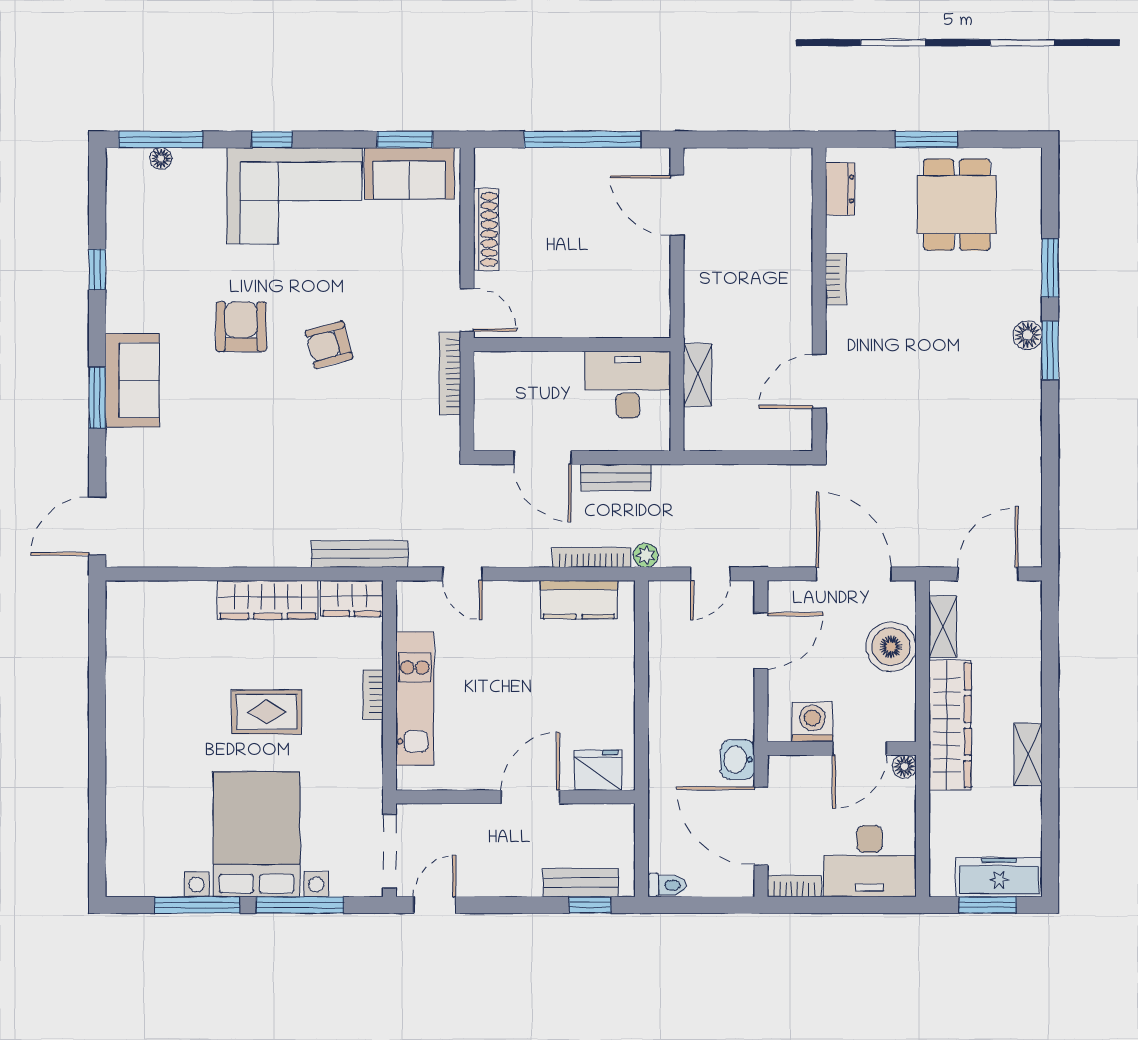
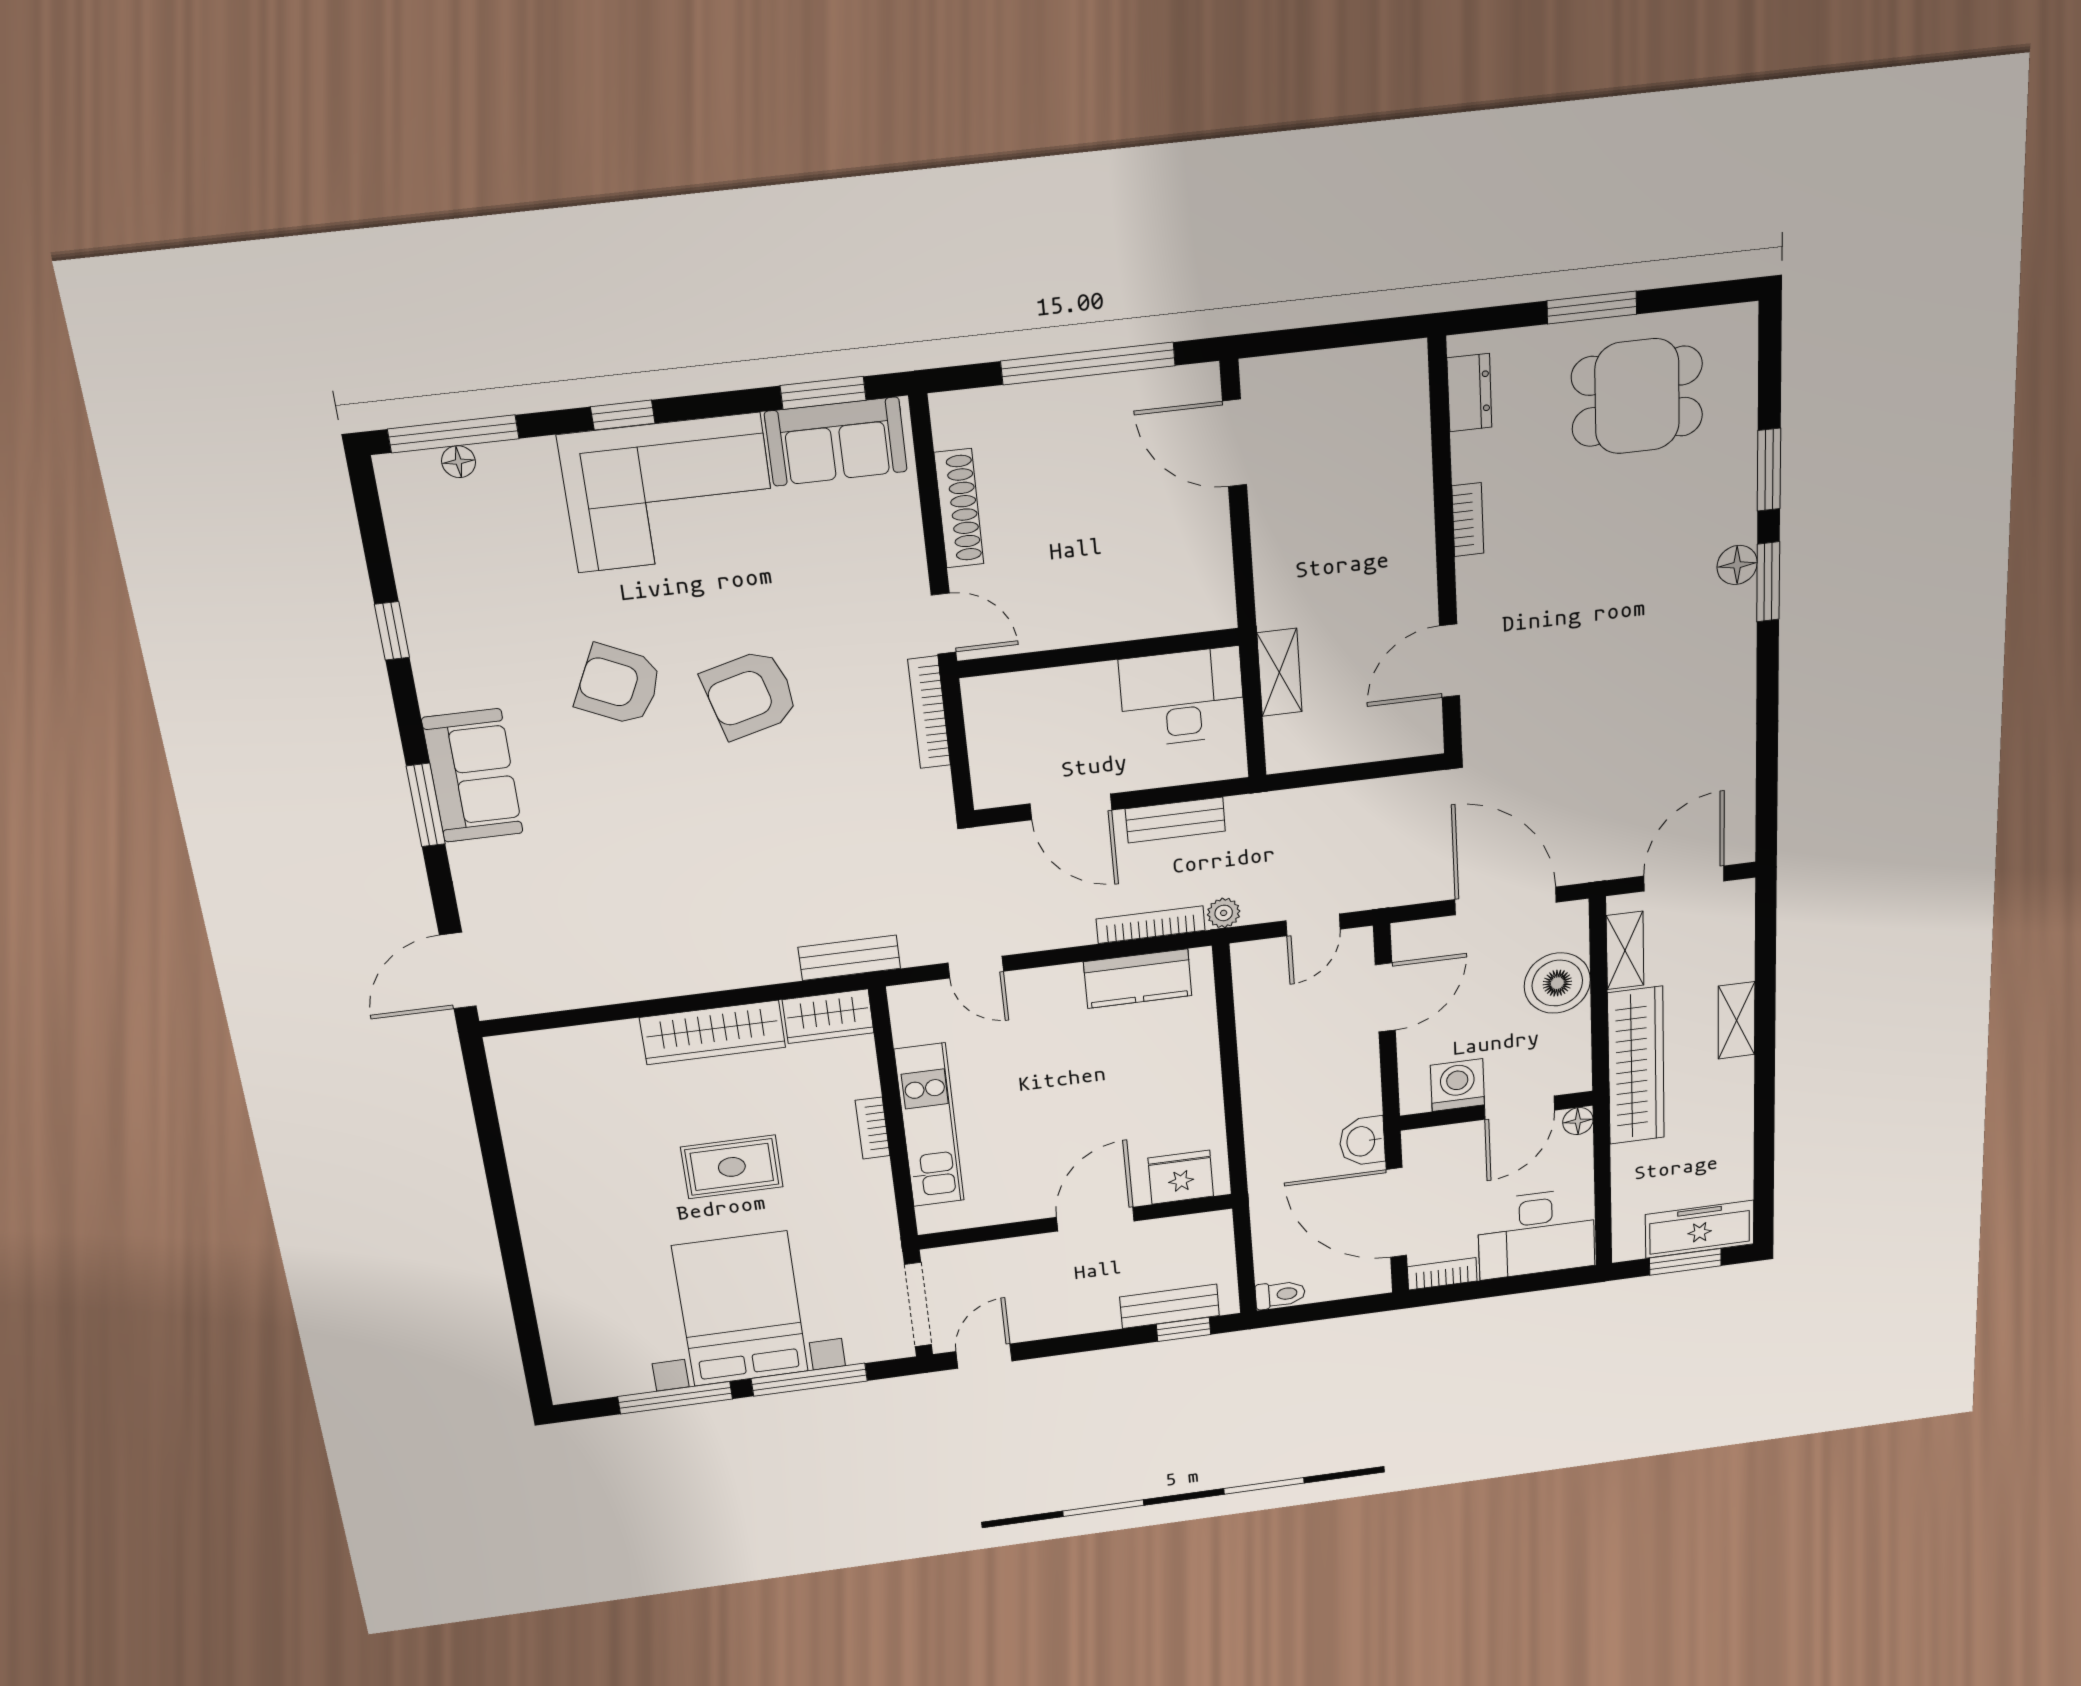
dining table: (957, 205) -> (1637, 396), turned 90
armchair: (241, 327) -> (619, 685), turned -65
armchair: (329, 345) -> (750, 694), width x1.38, depth x1.38
bench: (360, 554) -> (849, 958), width x0.73
shelving: (1028, 755) -> (1737, 1020), moved

